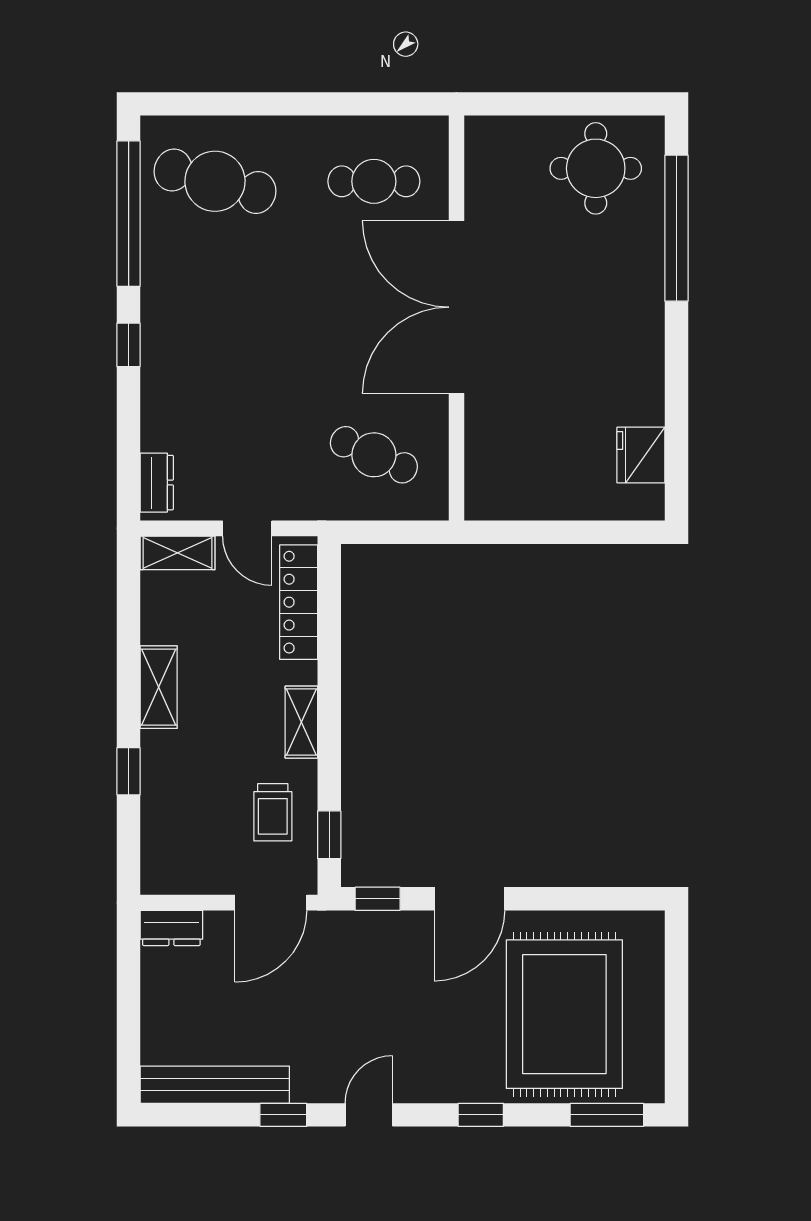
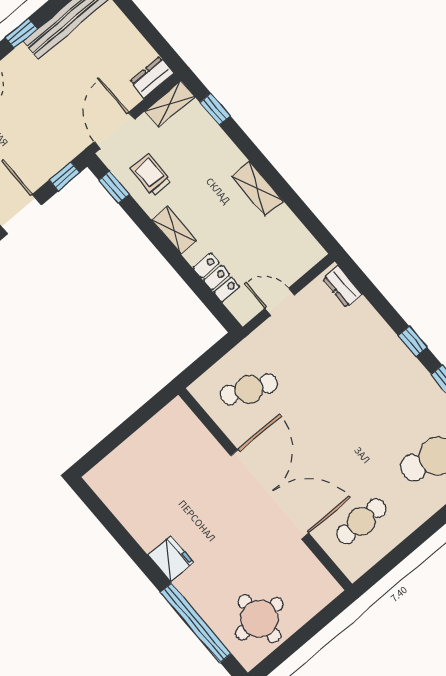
fridge: (641, 455) -> (171, 559), moved
shelving: (177, 553) -> (170, 104), moved
locker: (299, 602) -> (217, 277), width x0.66
window: (129, 771) -> (215, 109), moved

